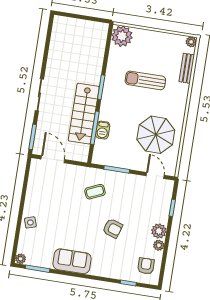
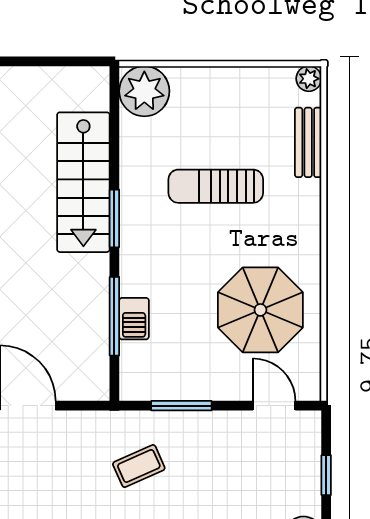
stairs: (84, 114) -> (83, 182), moved

